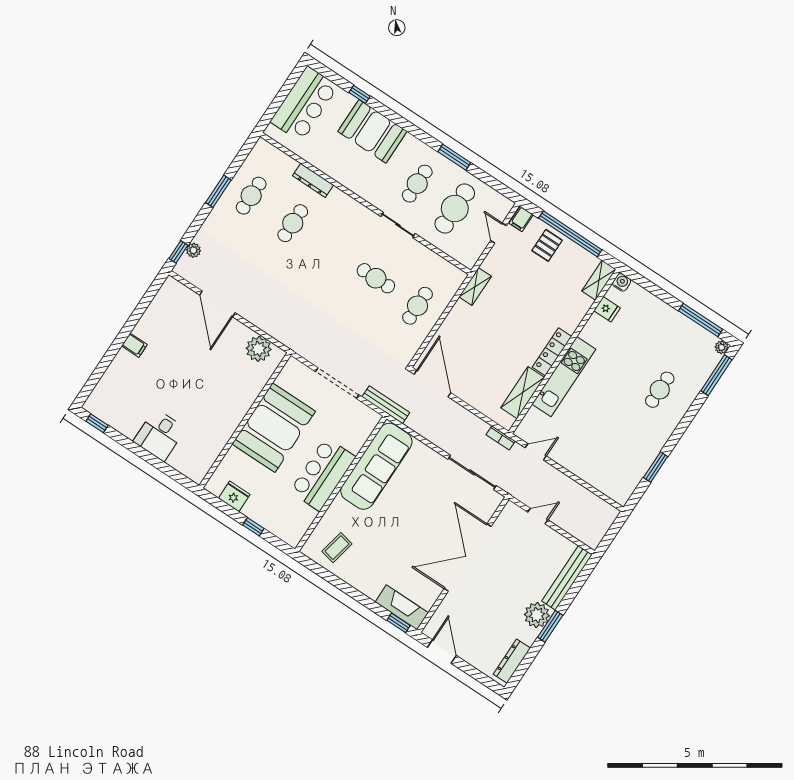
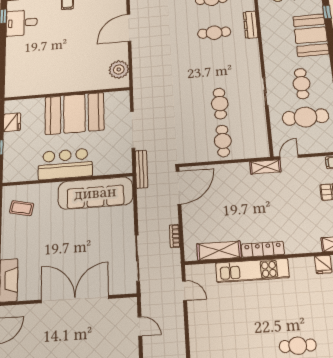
cafe table: (417, 184) -> (301, 84), turned 90
door: (498, 233) -> (289, 157), moved
cafe table: (417, 306) -> (223, 141), turned 90
desk: (159, 435) -> (22, 23), moved
bookcase: (501, 438) -> (175, 236), moved

